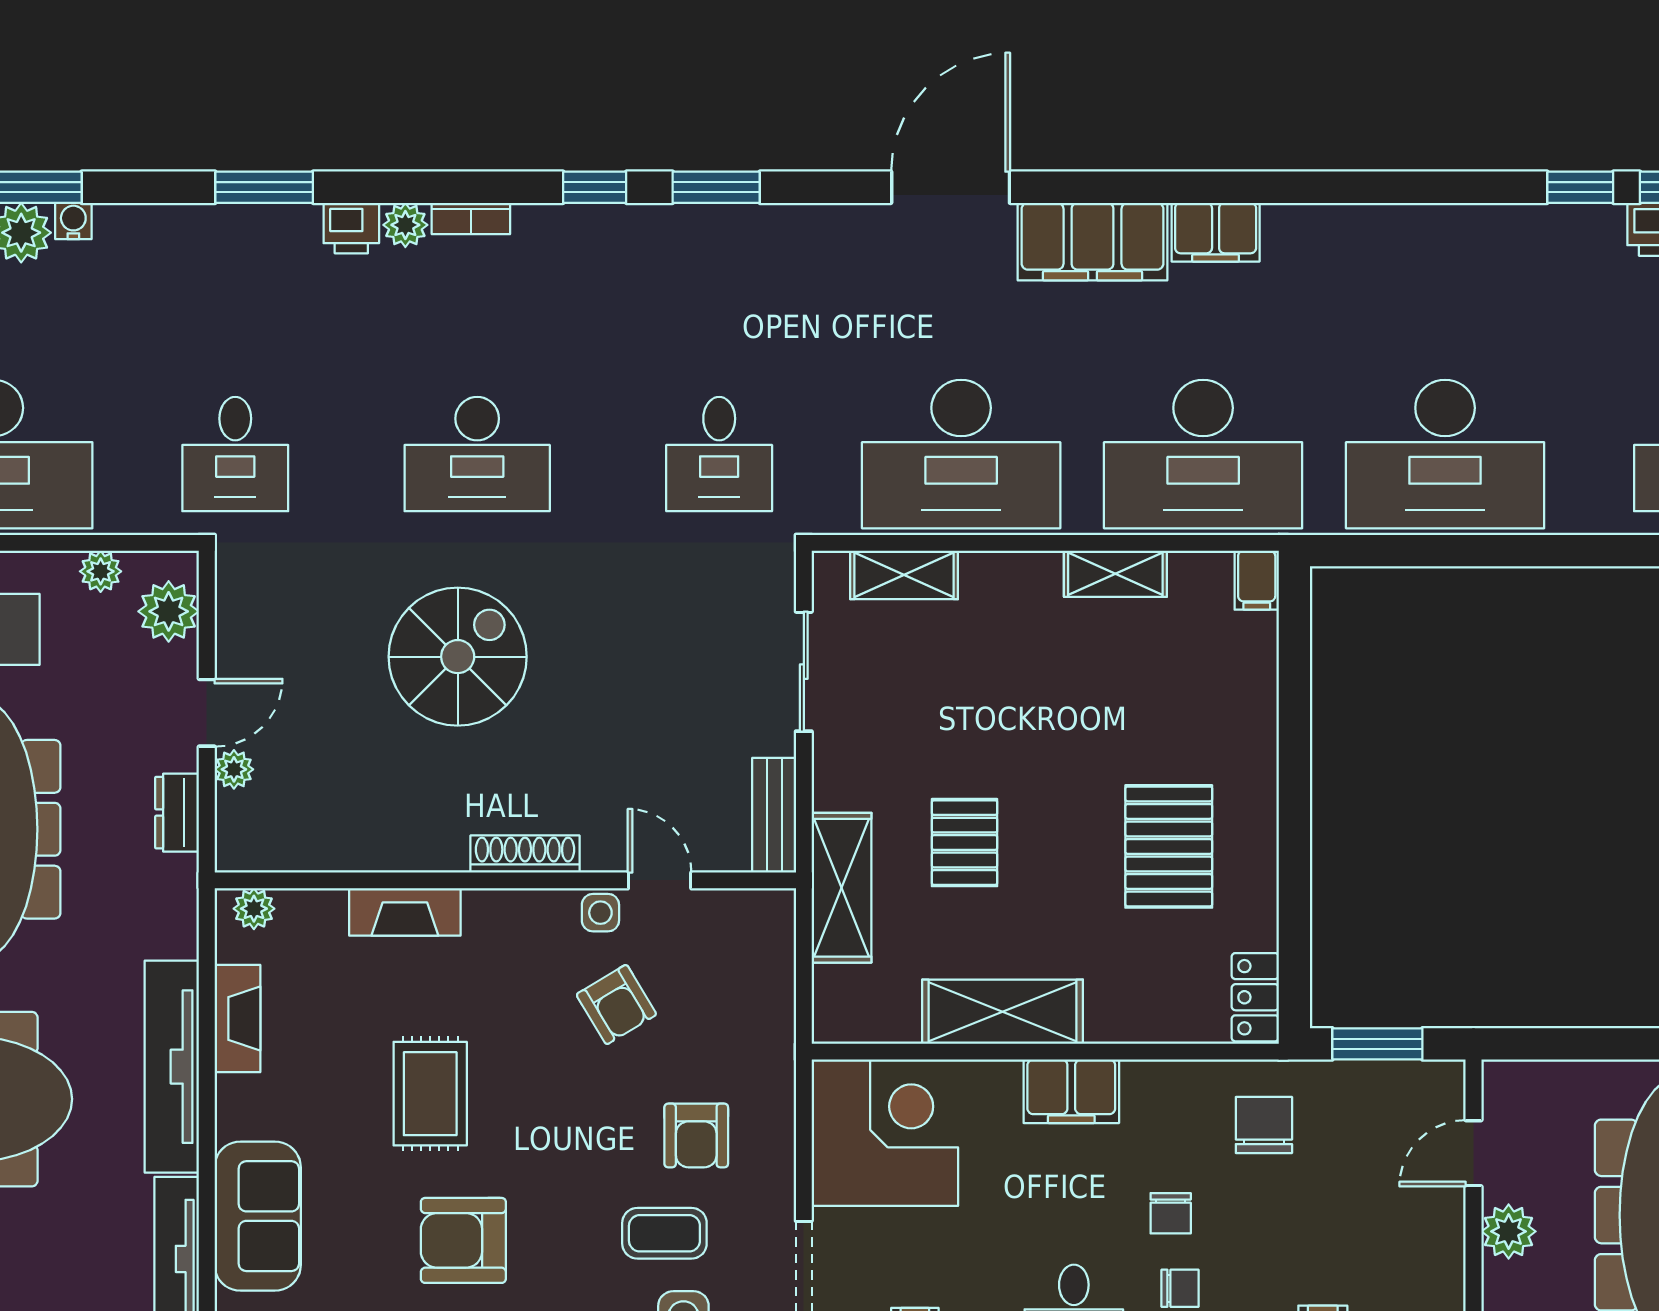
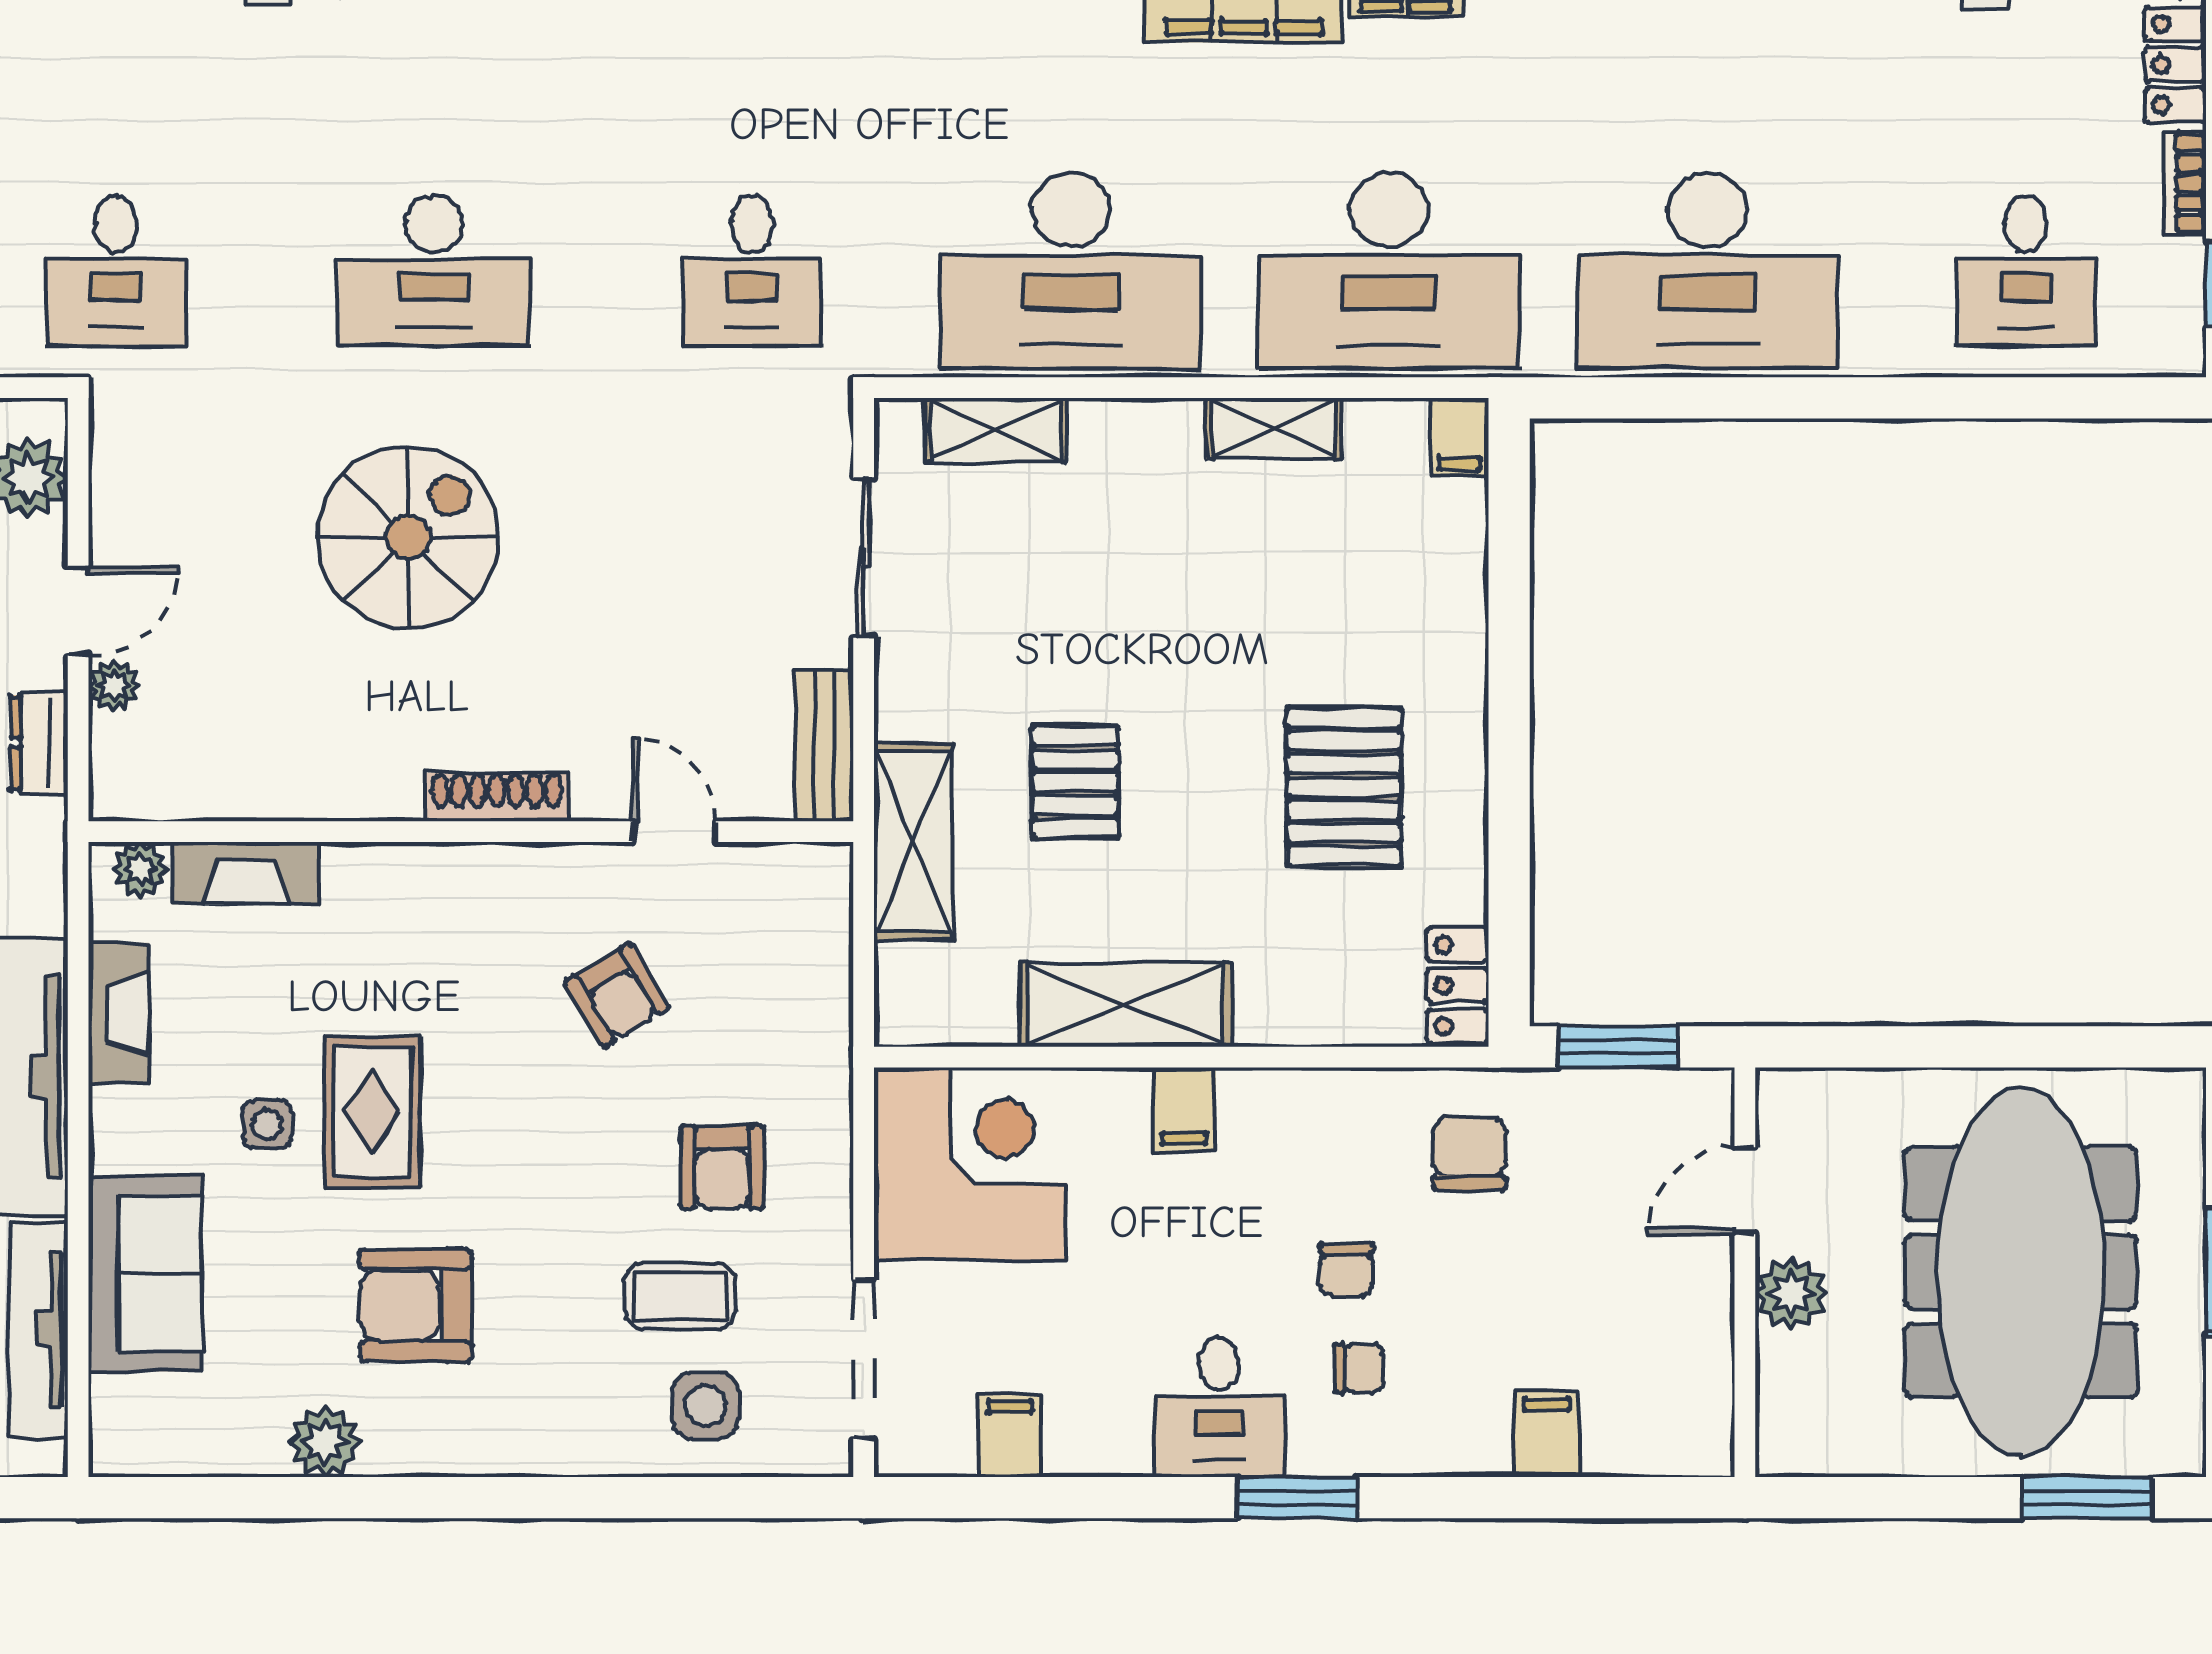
fireplace: (405, 912) -> (246, 873), moved
side table: (600, 913) -> (267, 1124), moved
filing cabinet: (1071, 1091) -> (1184, 1109), width x0.50

